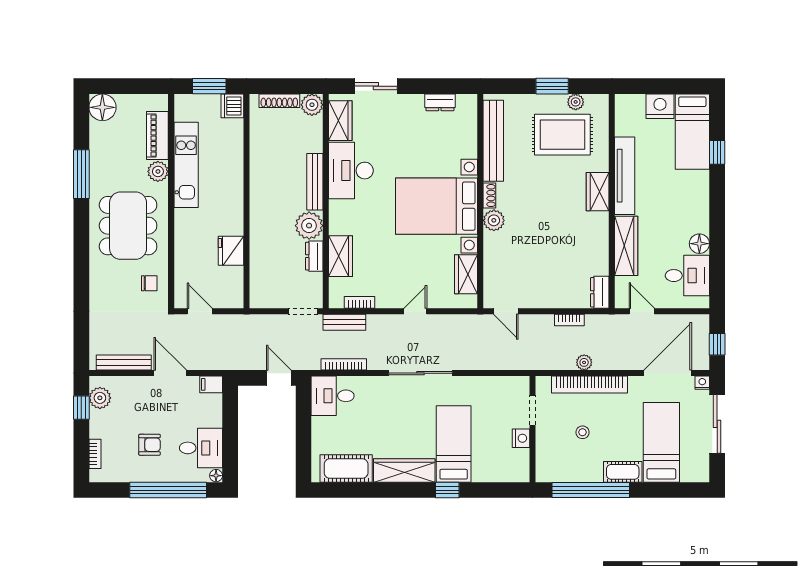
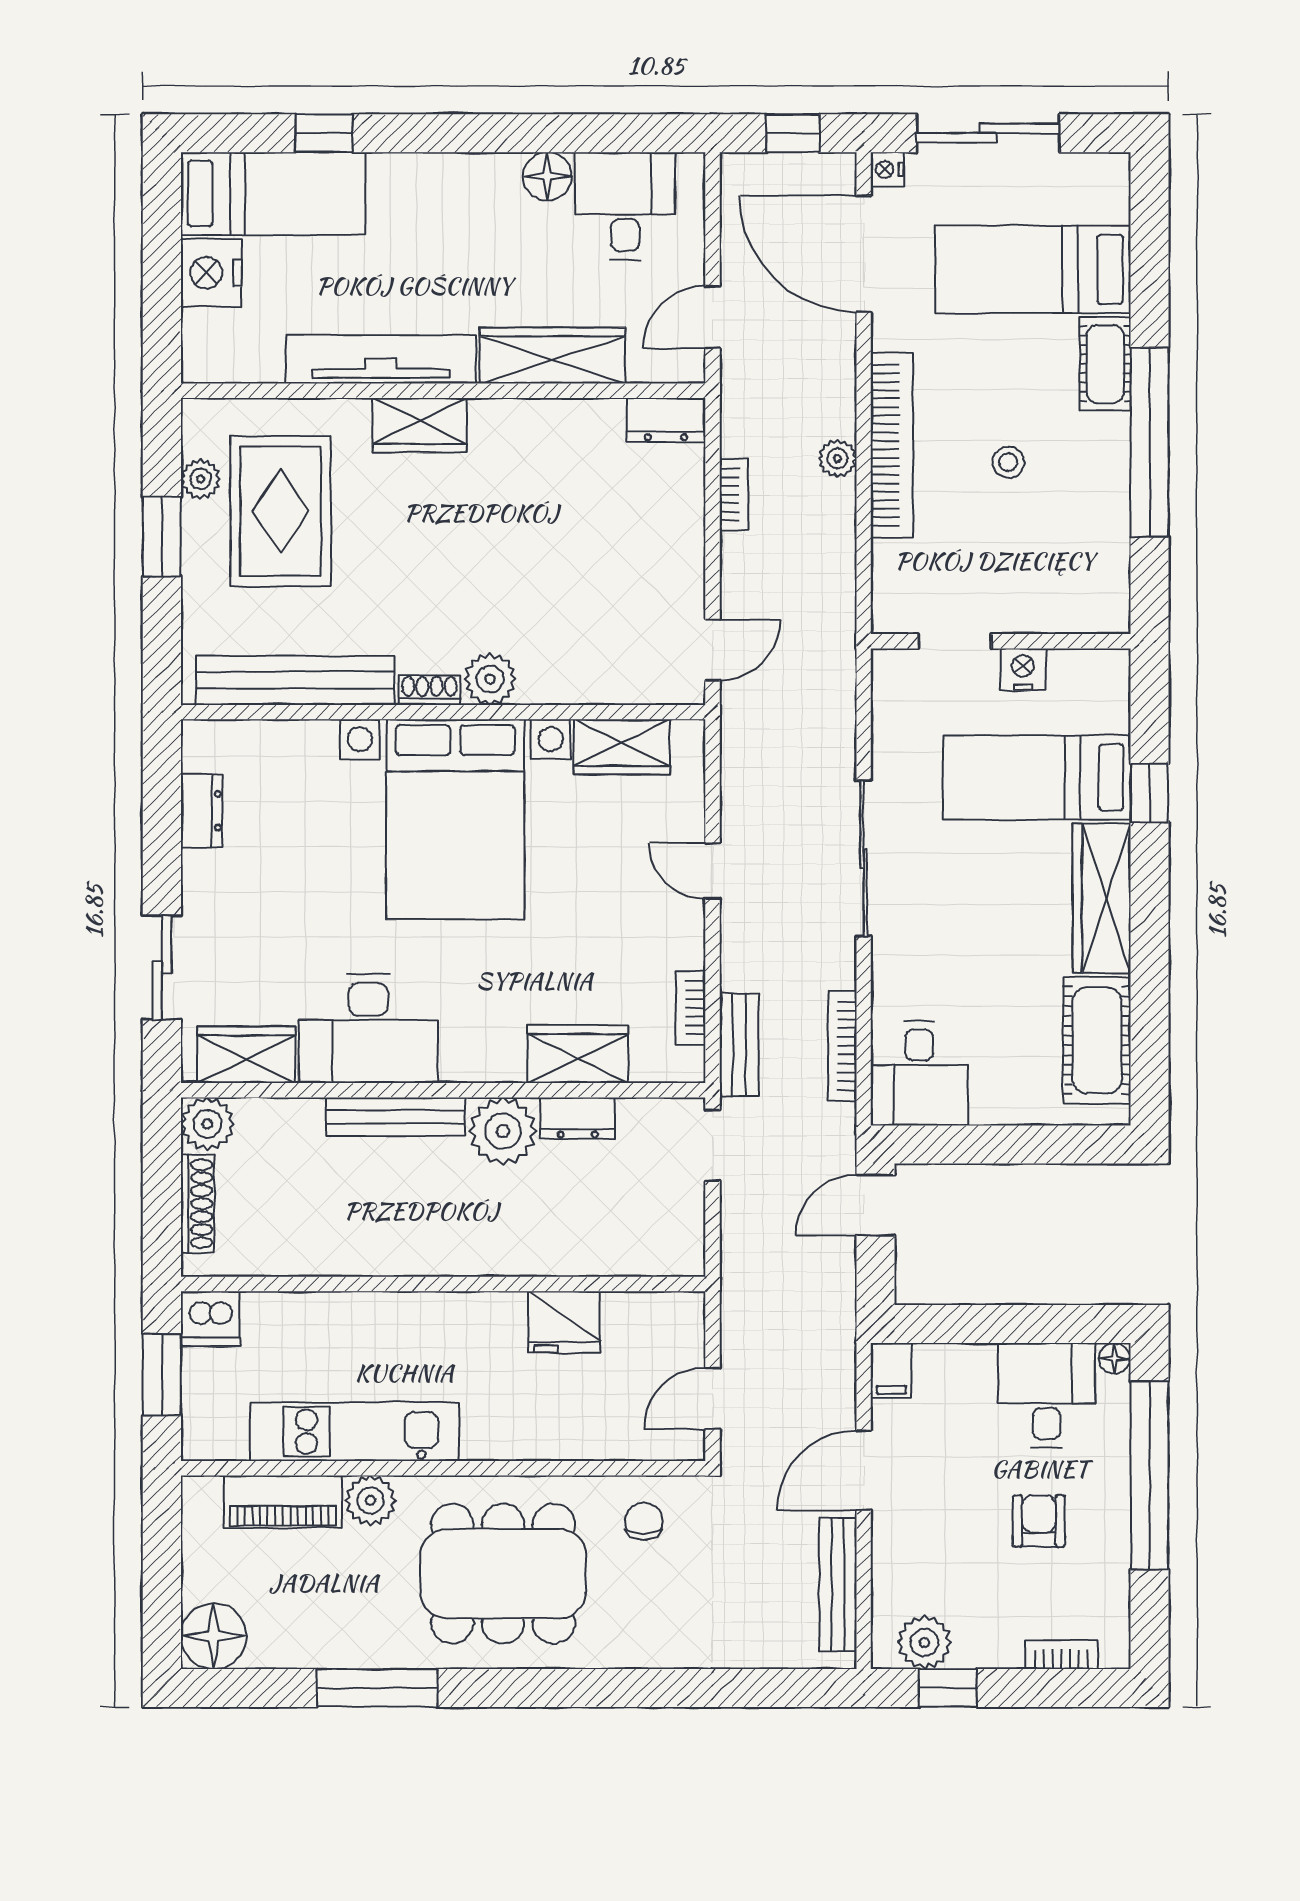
doorway: (533, 410) -> (955, 641), moved
wall: (533, 429) -> (1001, 641), moved
nightstand: (521, 438) -> (1023, 669), moved

